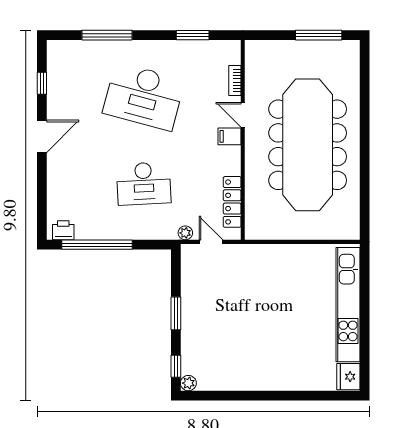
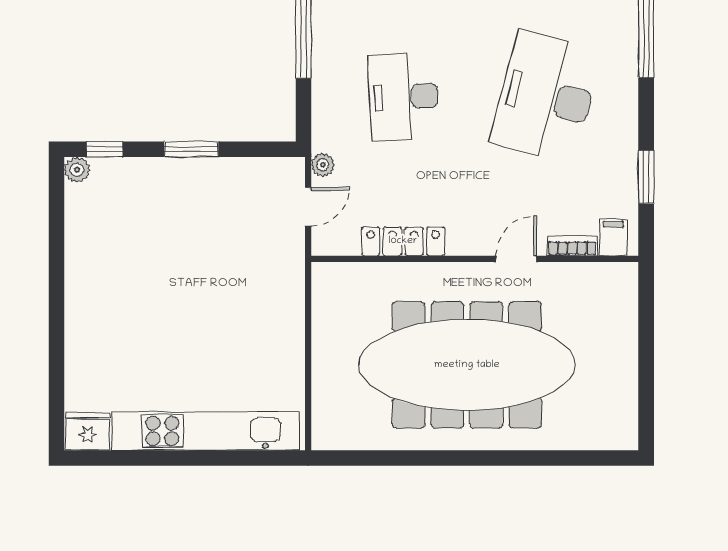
window: (319, 35) -> (646, 383), removed
filing cabinet: (230, 136) -> (613, 237), moved
locker: (232, 202) -> (403, 241), moved

